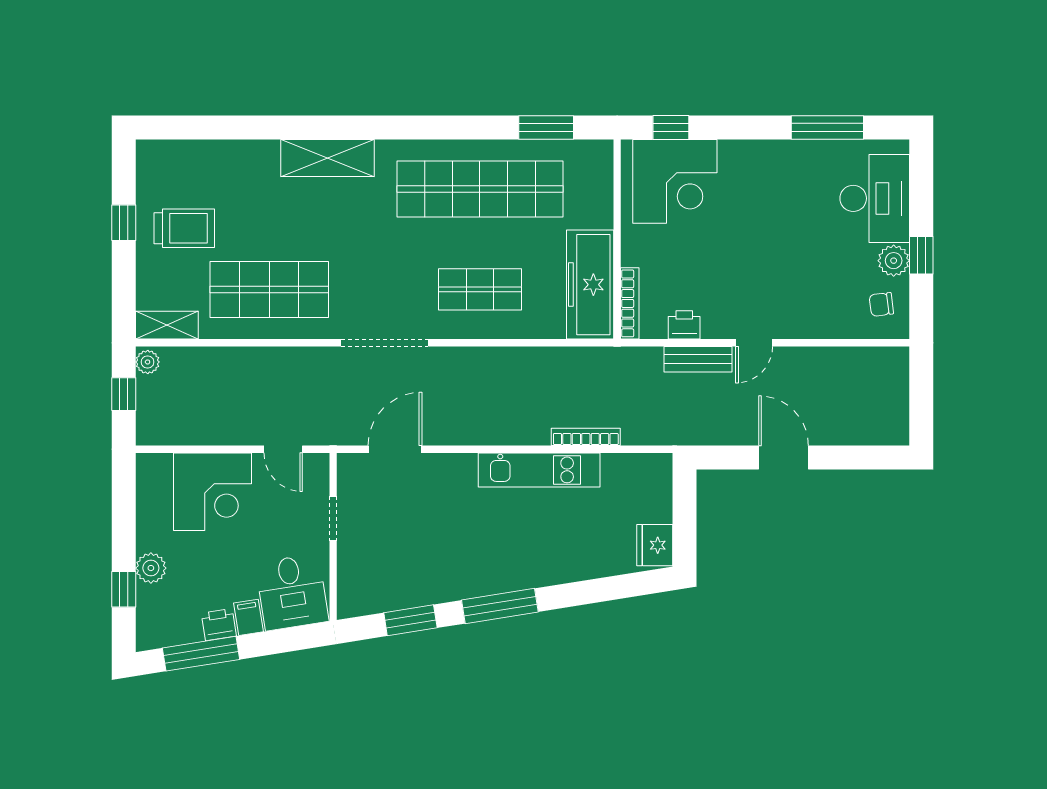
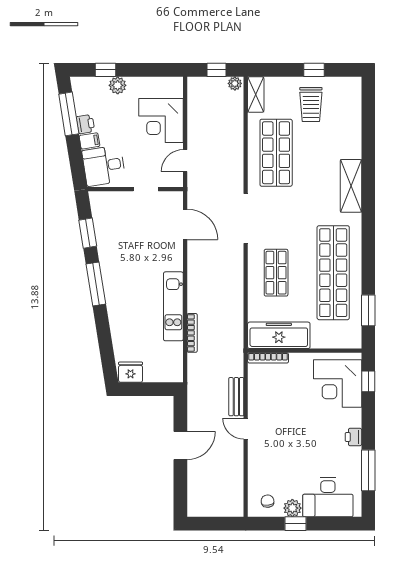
printer: (684, 325) -> (353, 437), moved, turned 180

